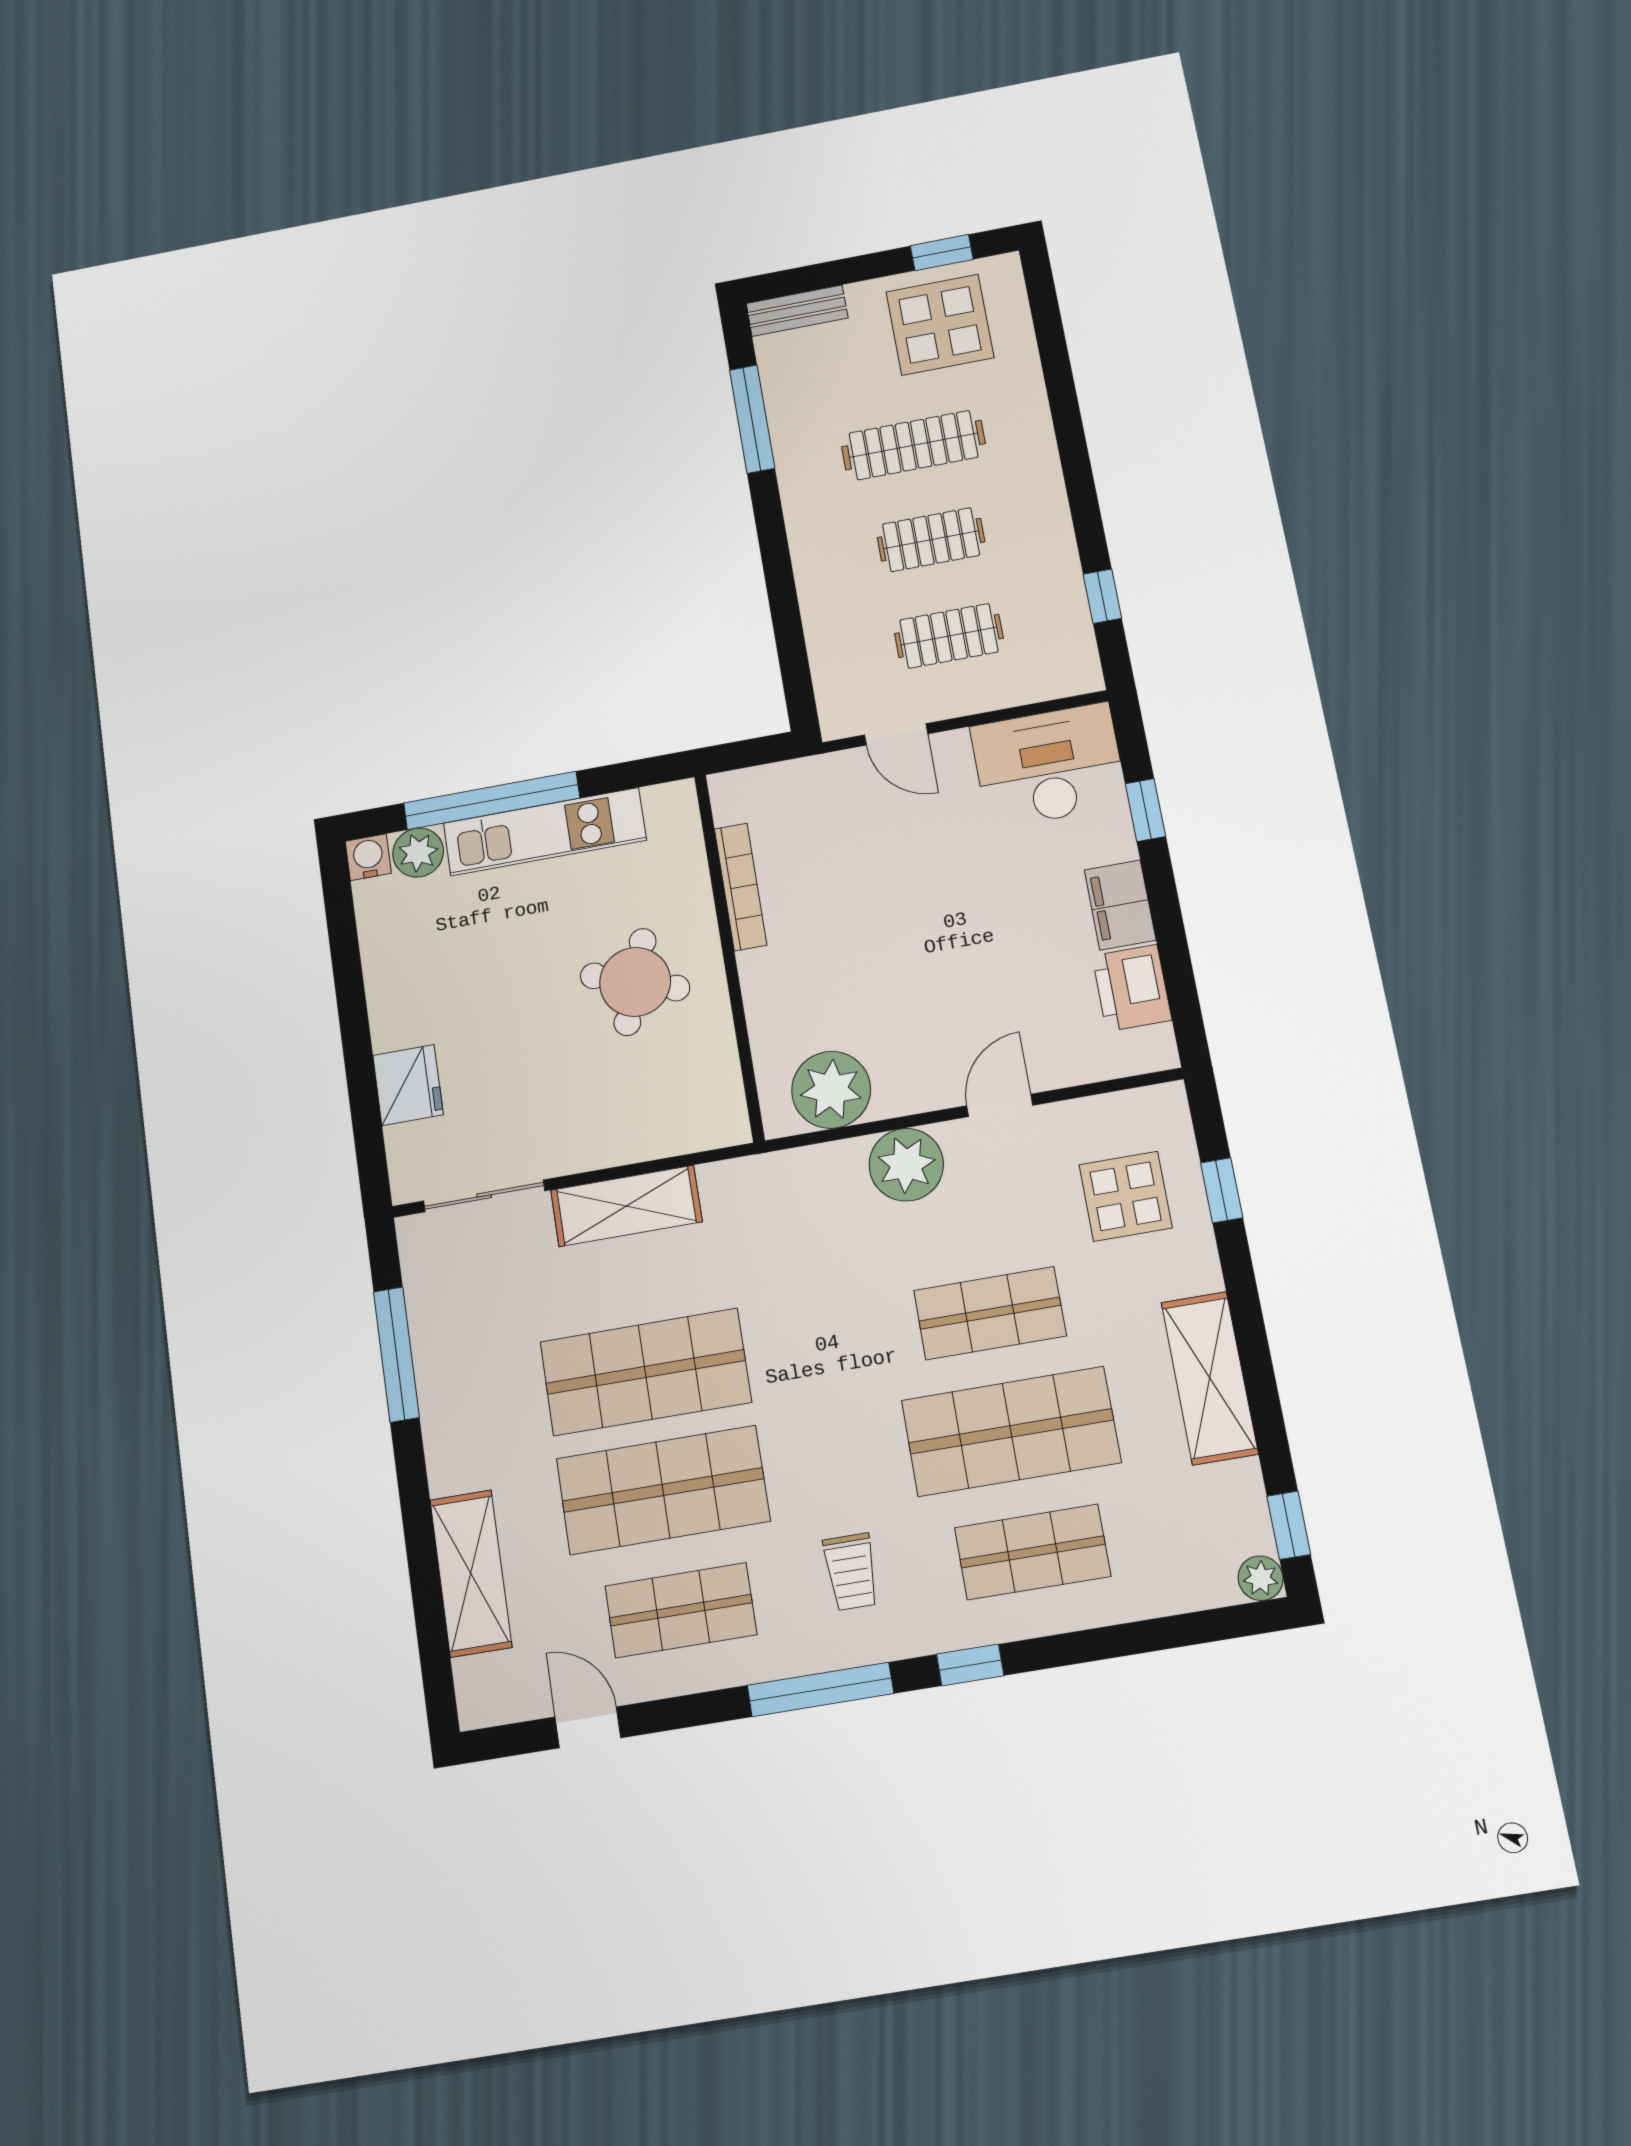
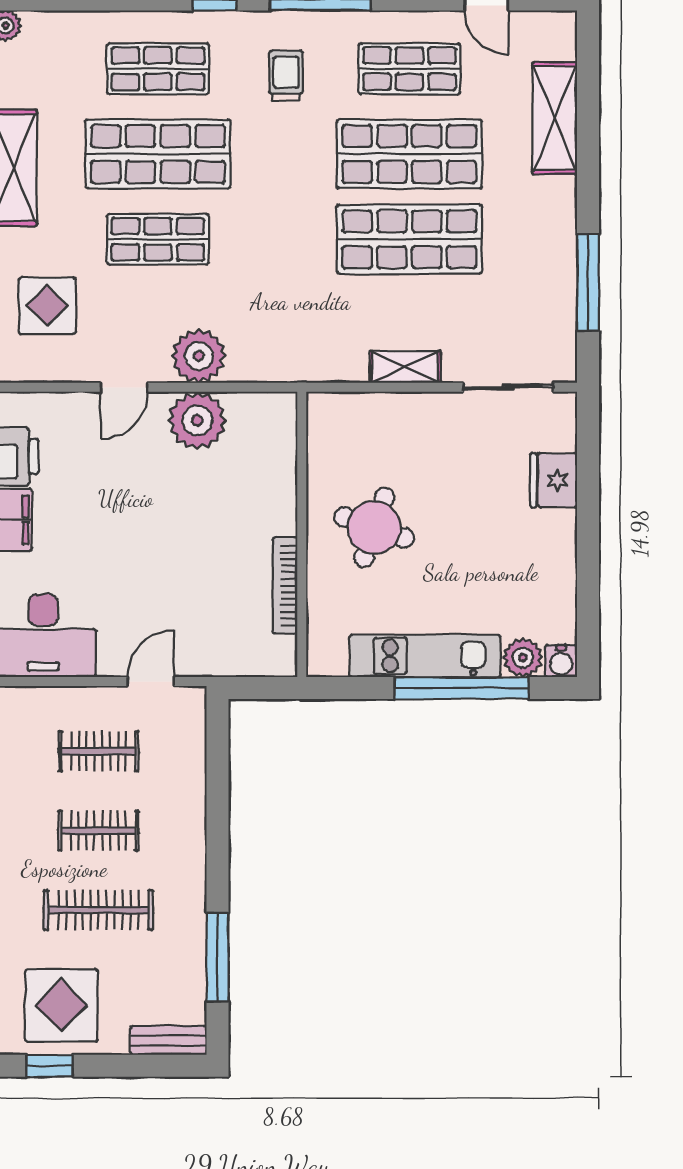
door: (896, 734) -> (151, 681), hinge flipped
plant: (831, 1090) -> (197, 421), moved
shelving: (626, 1206) -> (405, 367), width x0.67, depth x0.75

